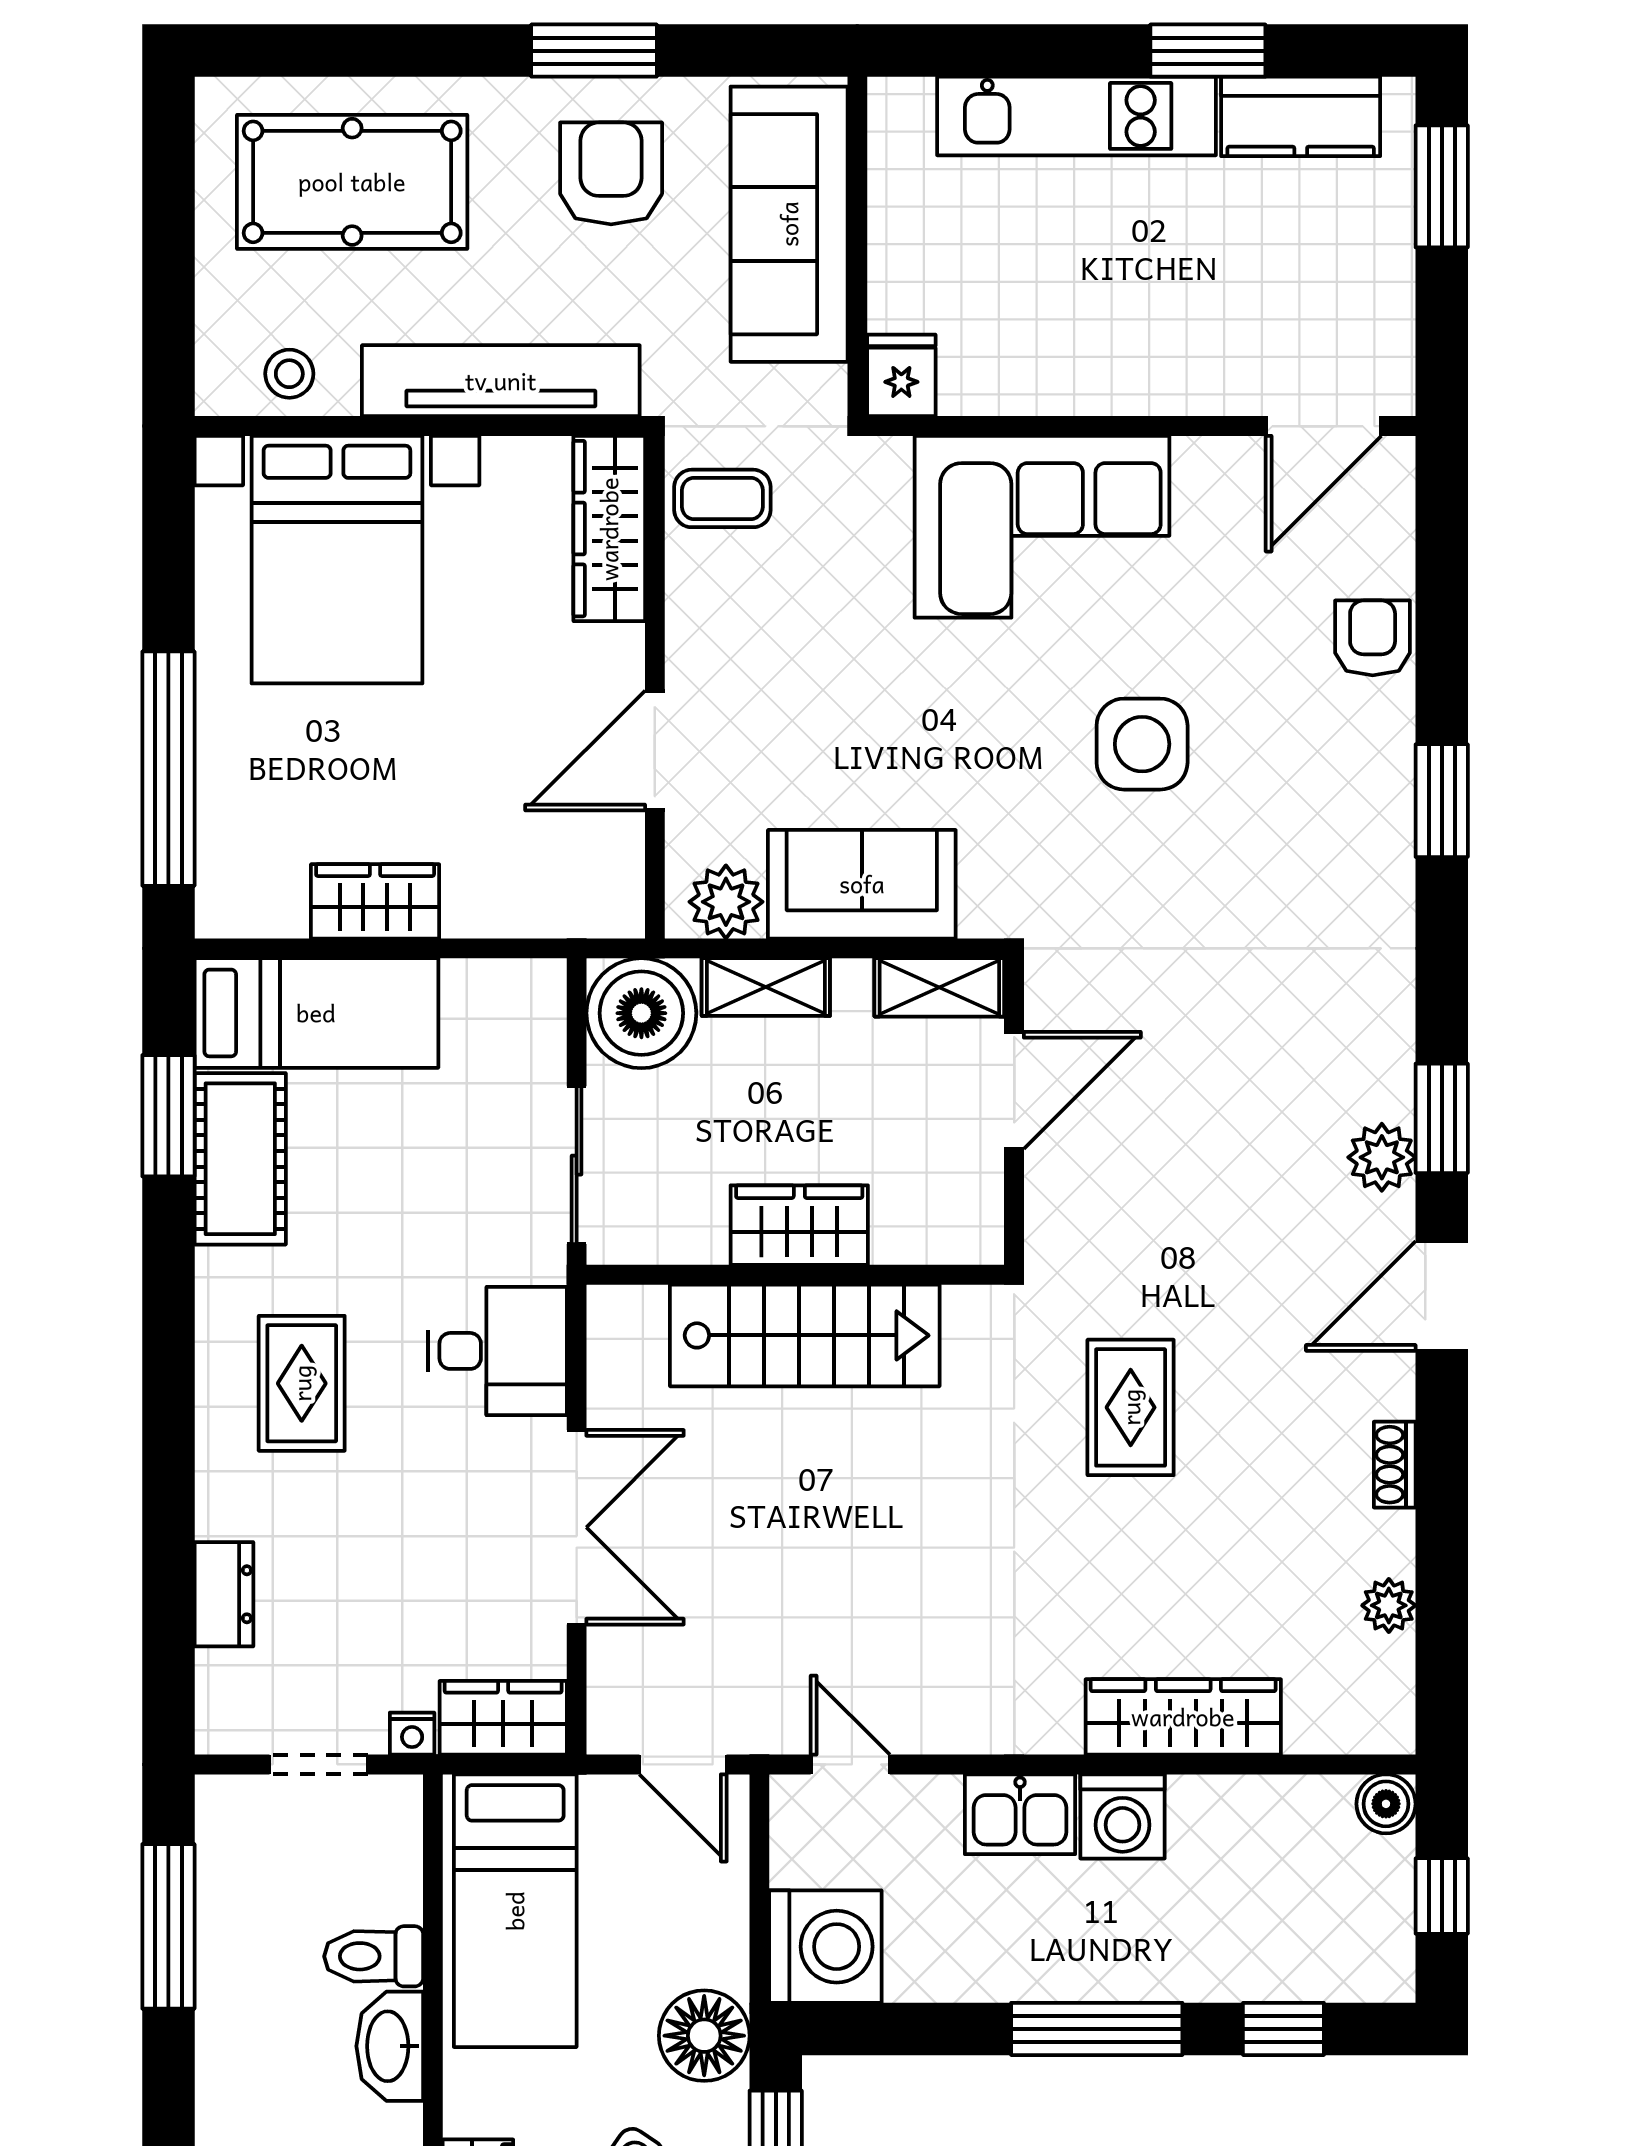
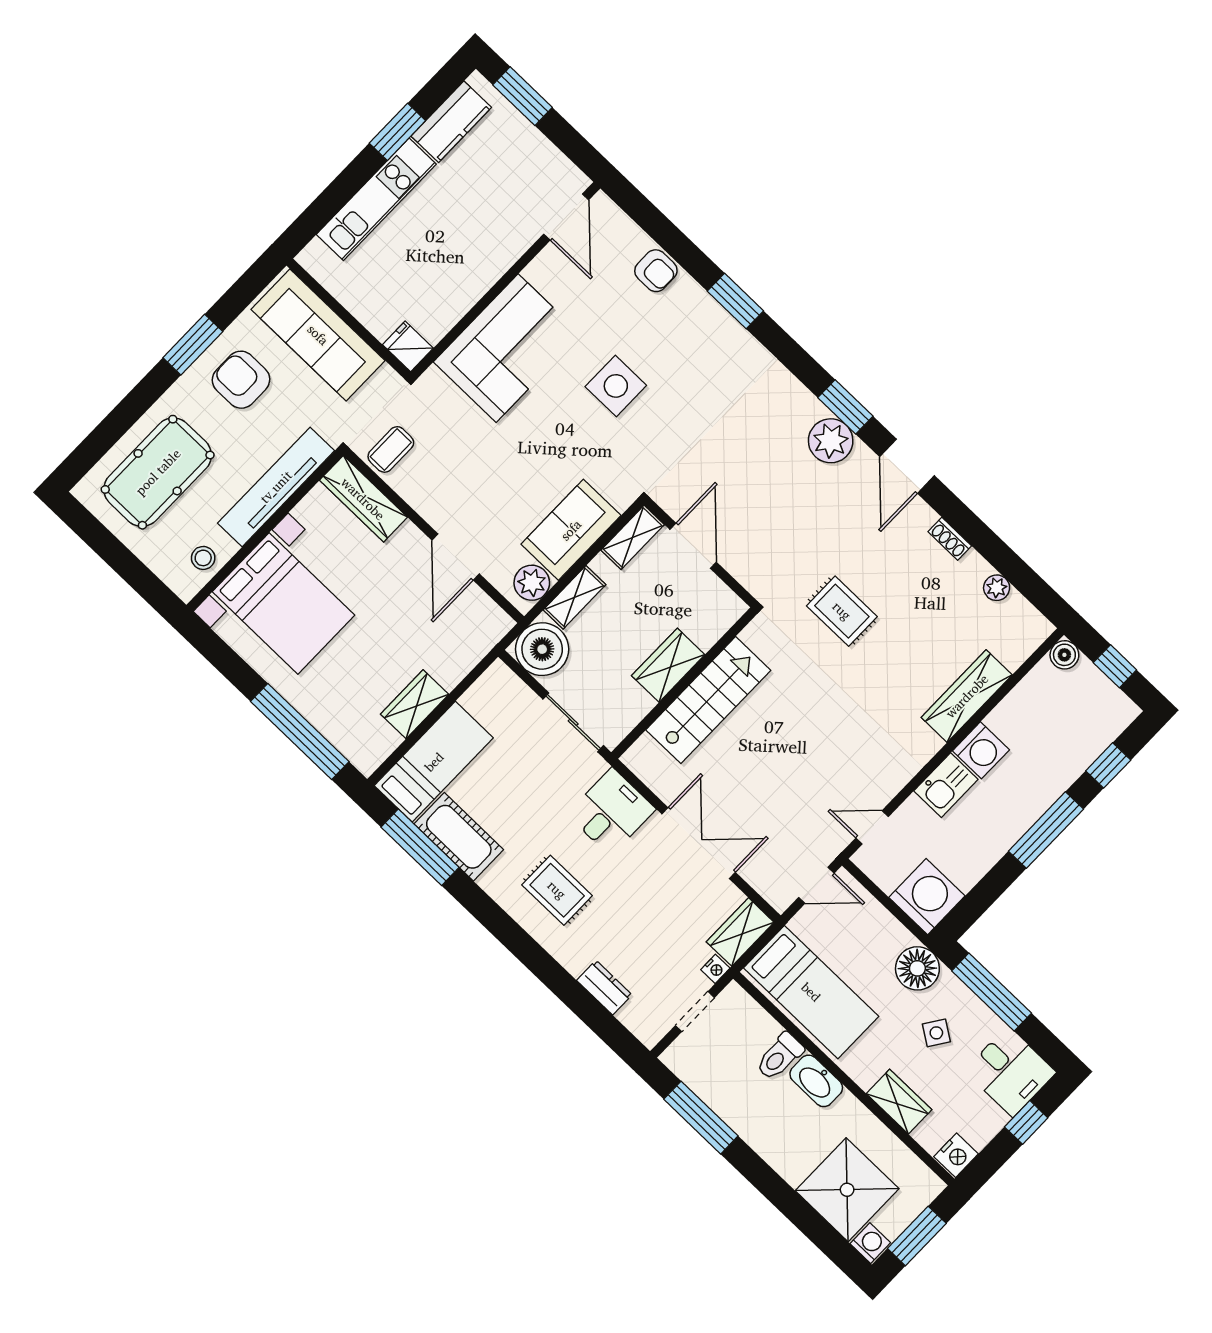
armchair: (1373, 638) -> (656, 271), turned 180
window: (168, 1116) -> (420, 847), width x1.44
plant: (1382, 1157) -> (831, 441), width x1.36, depth x1.36

